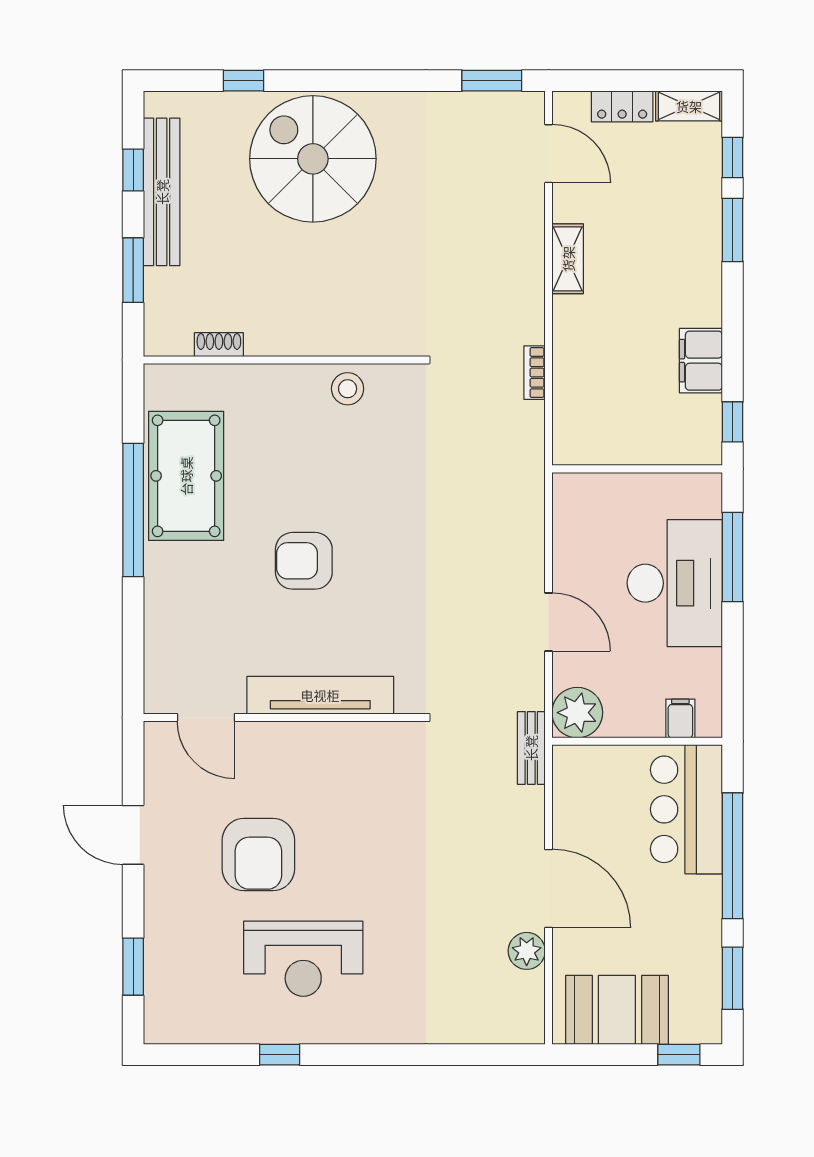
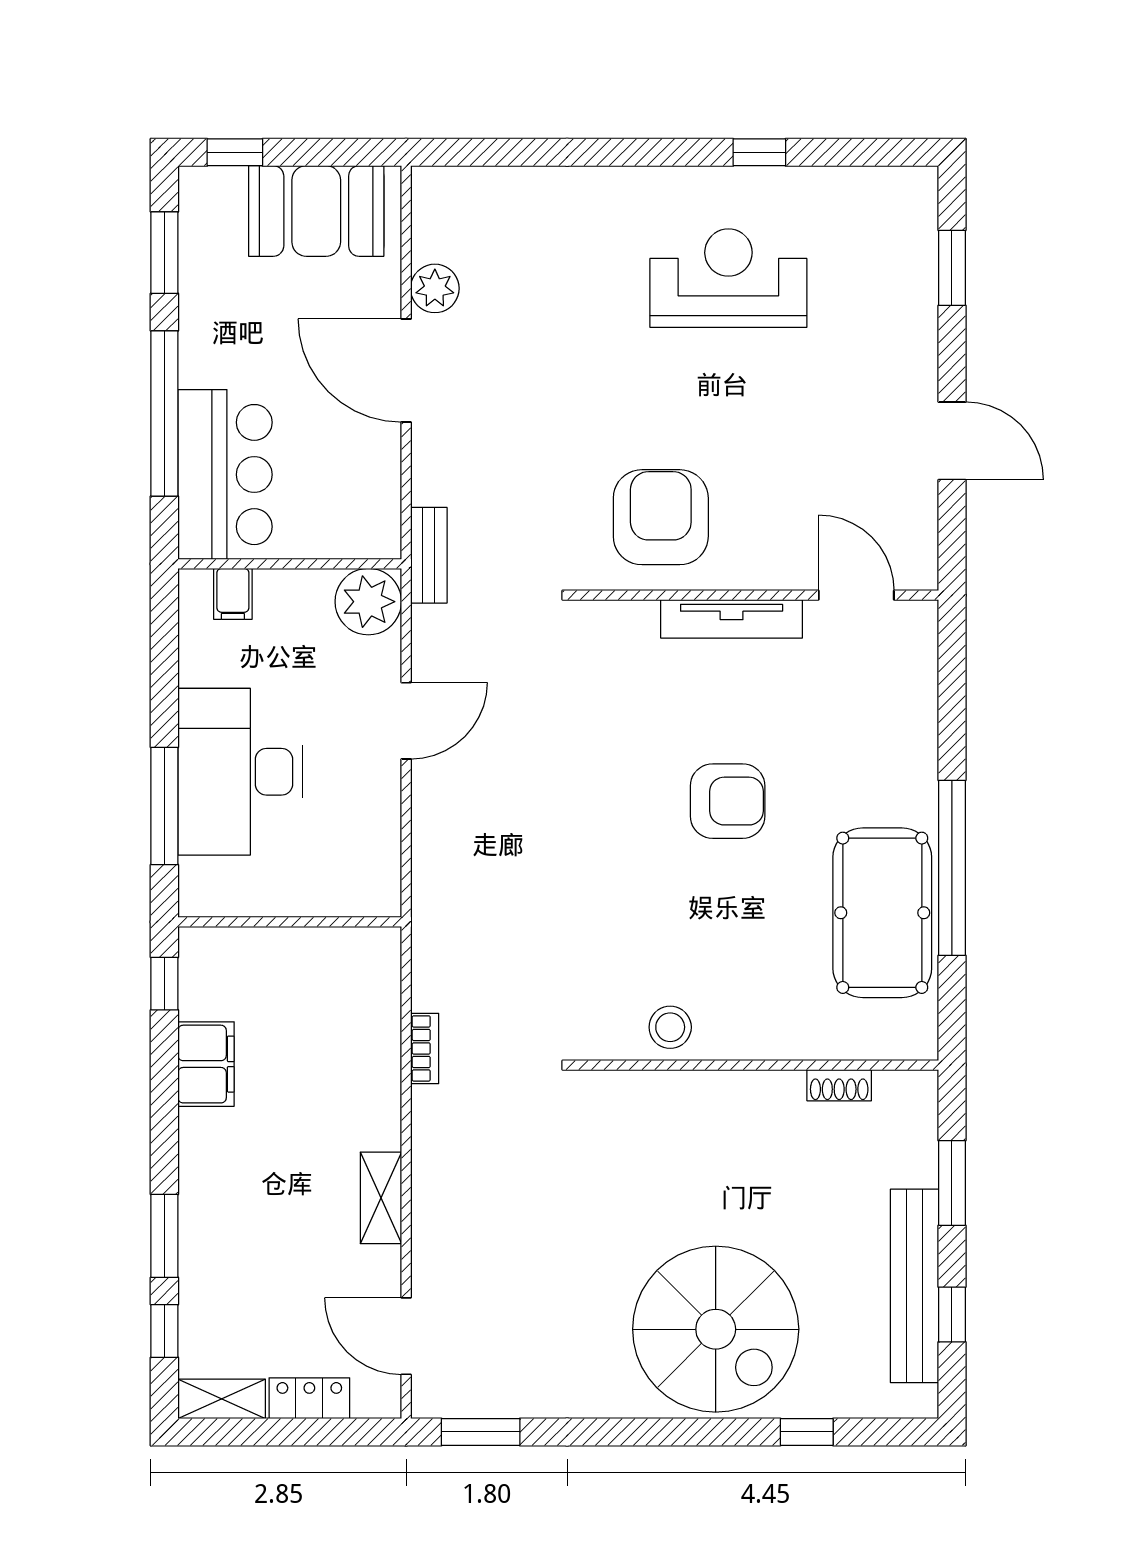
door: (549, 622) -> (406, 721), swing flipped
tv unit: (320, 695) -> (732, 619), width x0.73, depth x0.78
armchair: (258, 855) -> (661, 517), moved

